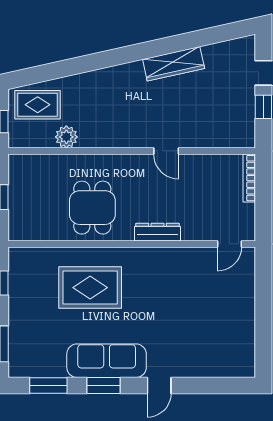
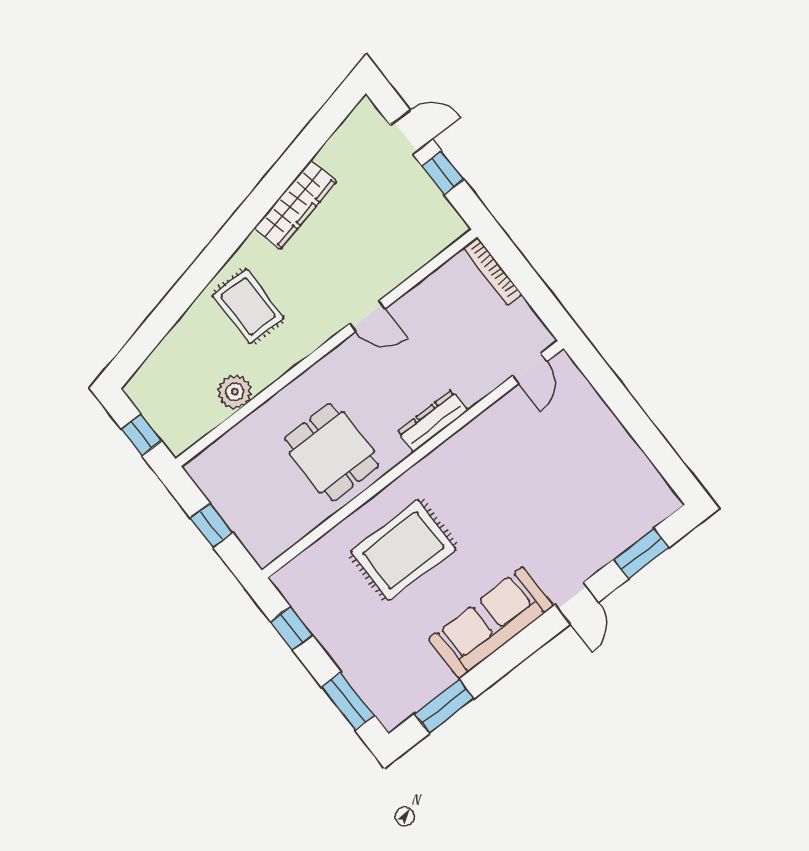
rug: (38, 105) -> (248, 306), moved, turned 90
window: (104, 385) -> (641, 553), moved

